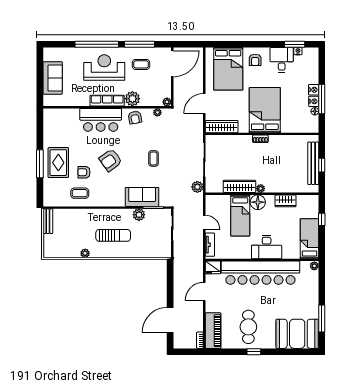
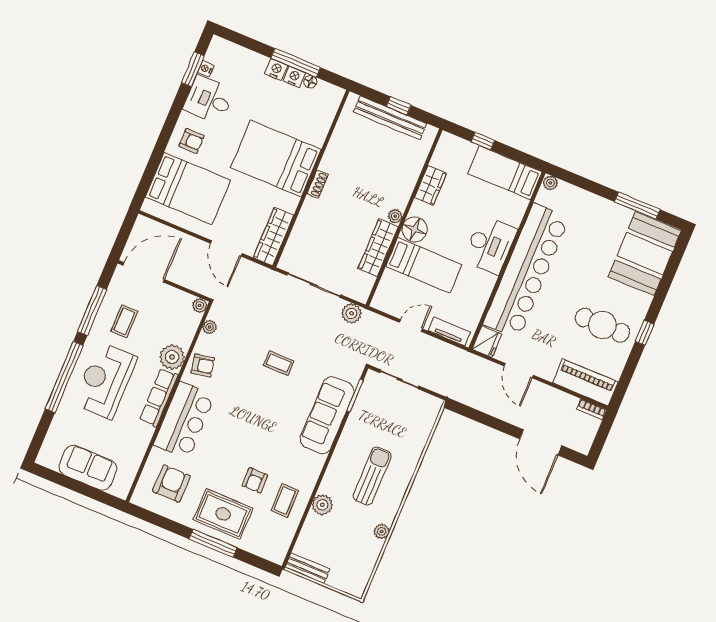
door: (172, 64) -> (144, 272), hinge flipped
armchair: (111, 160) -> (171, 483), moved, turned -144
sofa: (142, 197) -> (327, 415), width x1.36
plant: (139, 215) -> (322, 505), moved

